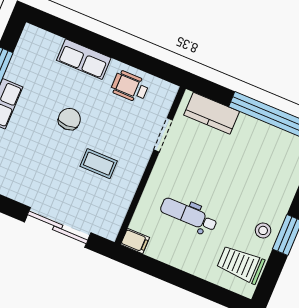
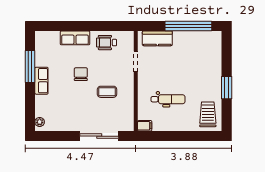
dental chair: (189, 215) -> (168, 99), turned 180
stool: (263, 230) -> (212, 91), removed
trolley: (241, 264) -> (208, 114), turned 90

